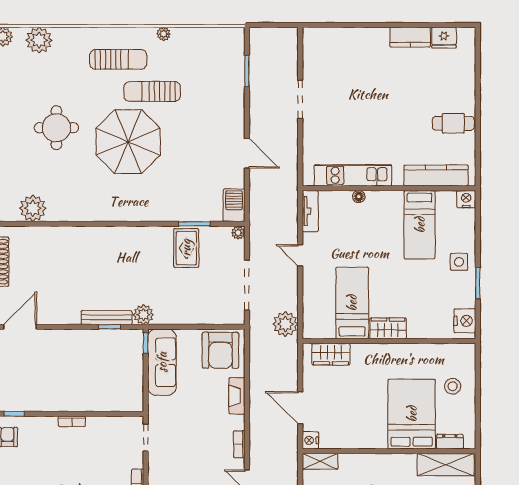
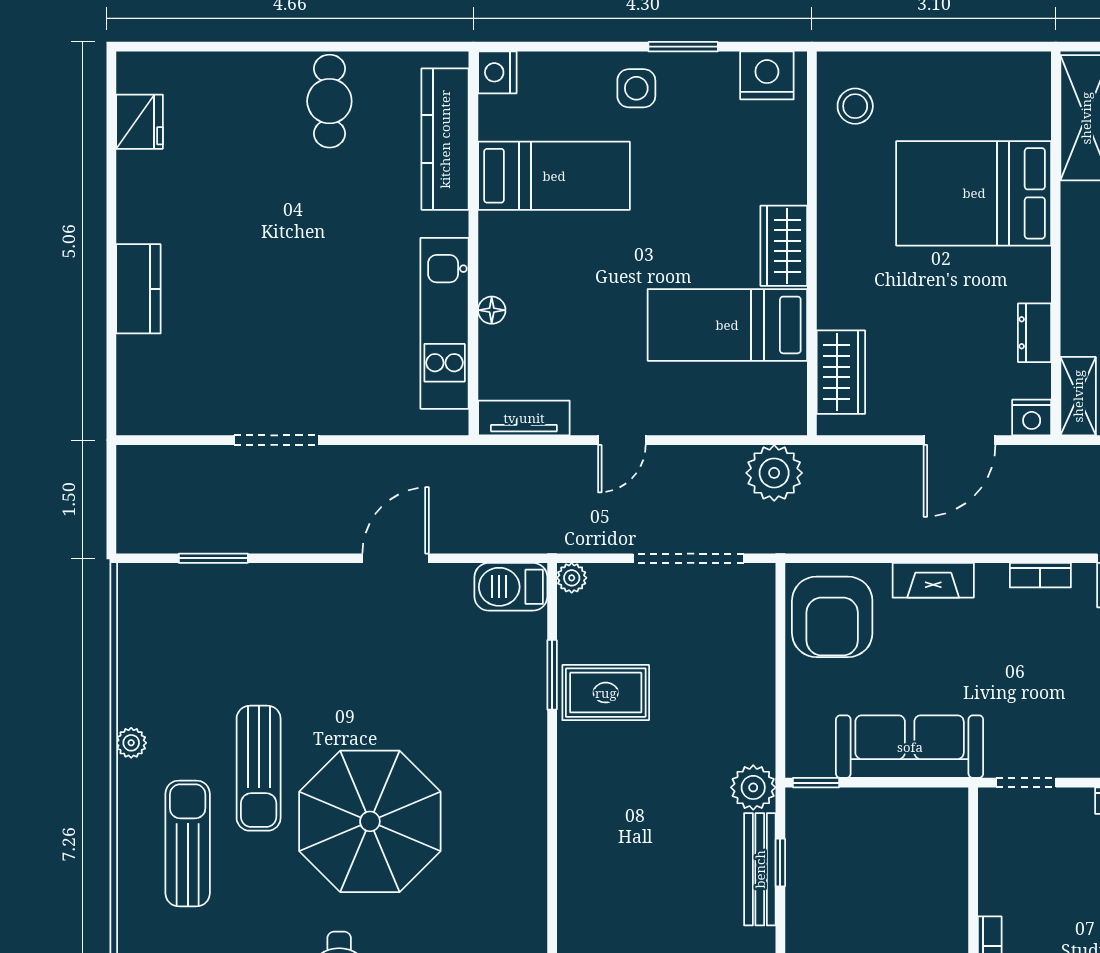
kitchen counter: (410, 37) -> (138, 289), moved
armchair: (220, 350) -> (832, 617), turned 90
sofa: (162, 362) -> (910, 747), moved
stool: (453, 386) -> (855, 106), moved
dresser: (450, 442) -> (1035, 333), moved

